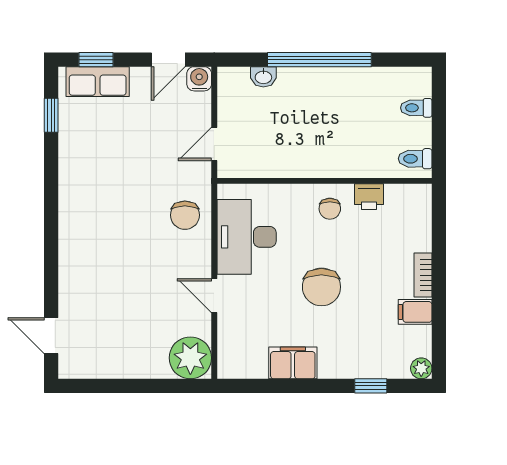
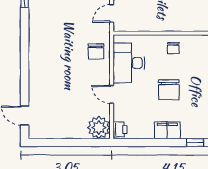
printer: (369, 197) -> (120, 129), moved, turned -90
filing cabinet: (293, 363) -> (167, 130), moved

